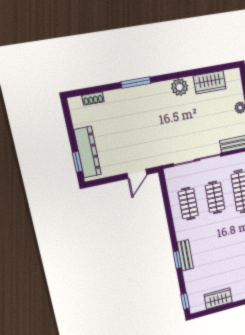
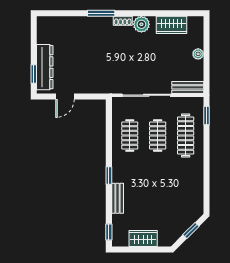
shoe rack: (93, 99) -> (123, 21), moved
door: (137, 174) -> (65, 96), moved
bench: (185, 255) -> (118, 198), moved
window: (177, 260) -> (109, 175), moved

